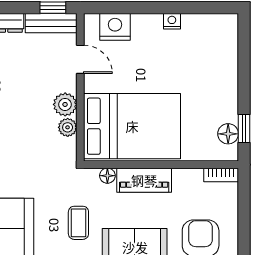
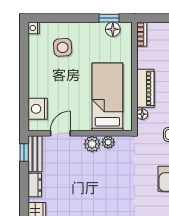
nightstand: (172, 21) -> (34, 28), moved
side table: (202, 62) -> (63, 47), added
bed: (132, 126) -> (107, 97), width x0.67

